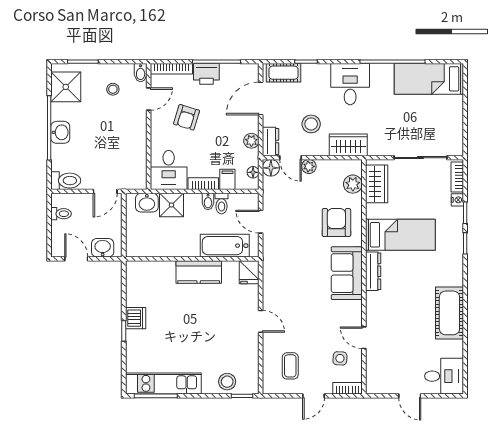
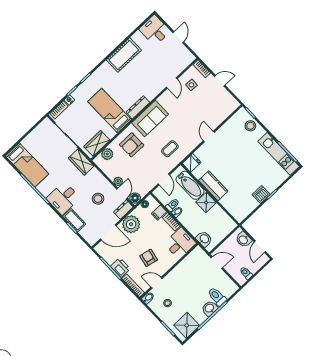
cot: (284, 73) -> (74, 220), moved
armchair: (187, 117) -> (149, 258), turned -95
plant: (251, 141) -> (131, 224), width x1.88, depth x1.88
wardrobe: (348, 145) -> (81, 162), moved
toilet: (66, 181) -> (217, 297), moved
shower: (171, 205) -> (206, 202), moved
coffee table: (290, 366) -> (170, 149), moved

